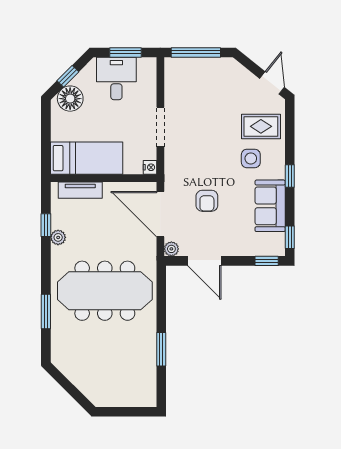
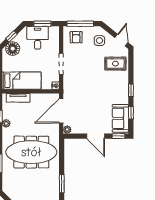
side table: (251, 158) -> (99, 41), moved
armchair: (207, 201) -> (76, 37), moved
sofa: (270, 206) -> (120, 118), moved
door: (160, 214) -> (61, 111), hinge flipped
window: (290, 237) -> (131, 113), moved
door: (204, 261) -> (96, 136), moved

